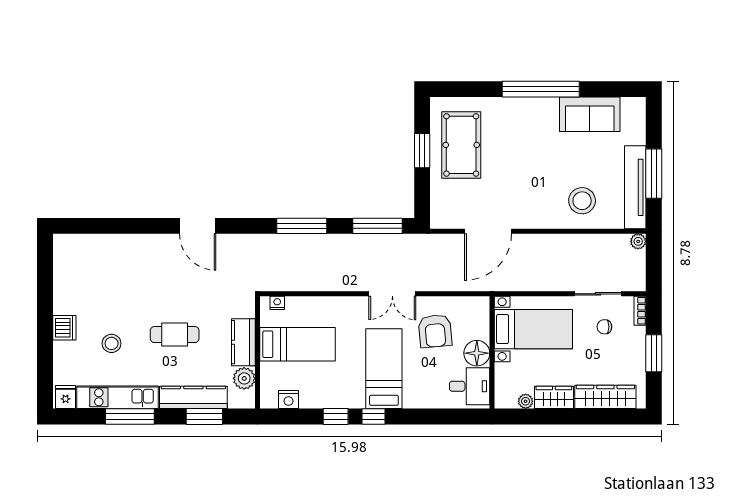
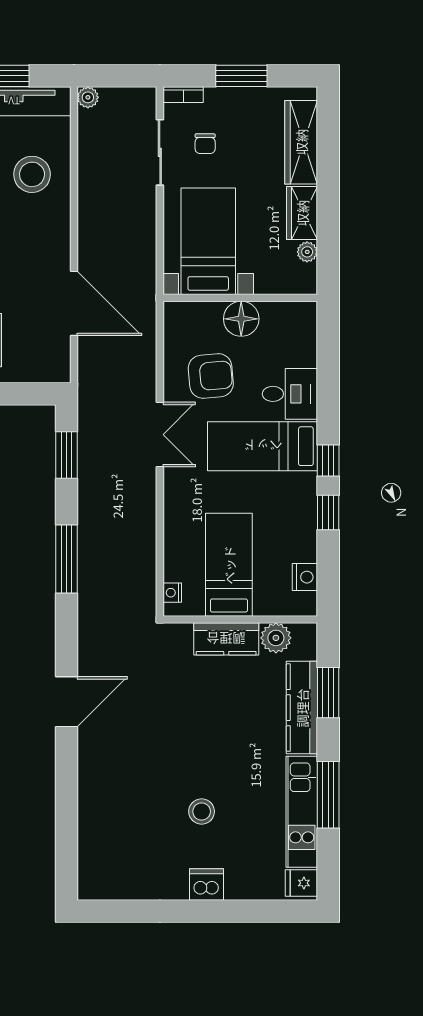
window: (377, 226) -> (67, 455), width x0.69
cafe table: (175, 335) -> (216, 733), removed
stool: (112, 343) -> (202, 811), moved
desk: (470, 386) -> (290, 394), moved, turned 90

